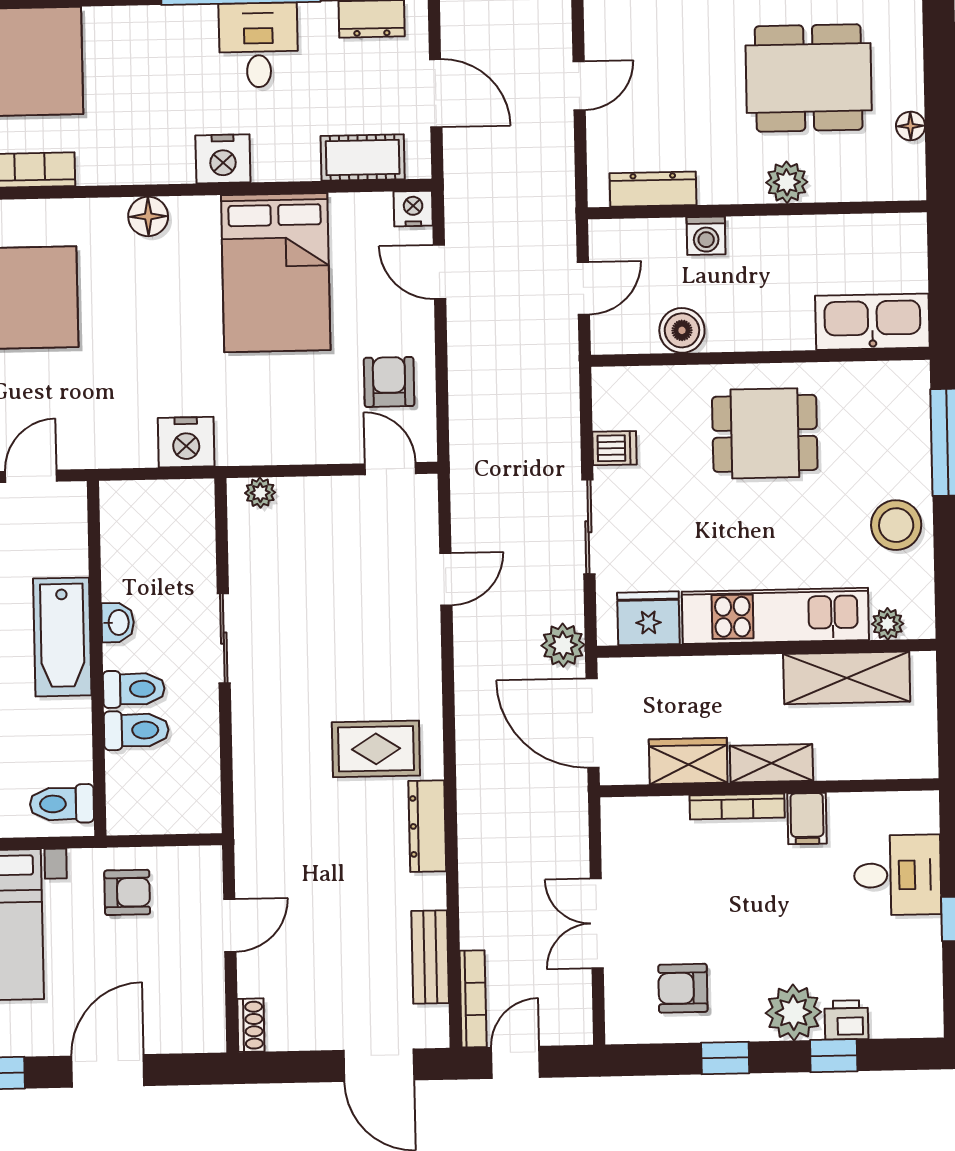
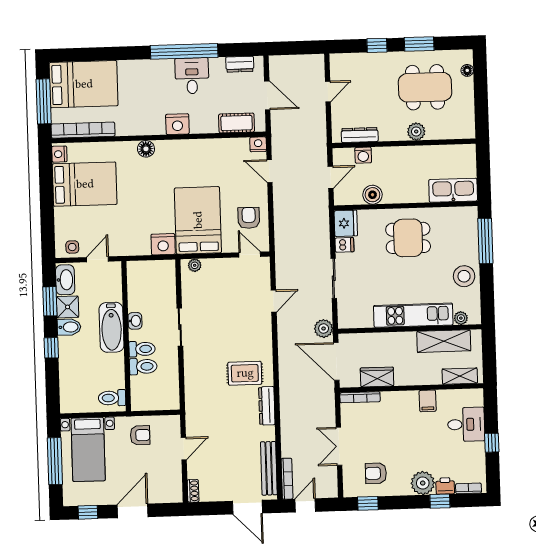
floor lamp: (911, 126) -> (467, 70), moved
washing machine: (706, 236) -> (363, 155), moved
bed: (276, 273) -> (198, 220), moved, turned 180
fridge: (648, 618) -> (346, 223), moved, turned 90
shelving: (771, 763) -> (460, 376), moved
bookcase: (737, 807) -> (360, 397), moved
bench: (430, 957) -> (269, 468), width x1.36
bookcase: (901, 1026) -> (468, 488), added
window: (725, 1058) -> (368, 503), moved

